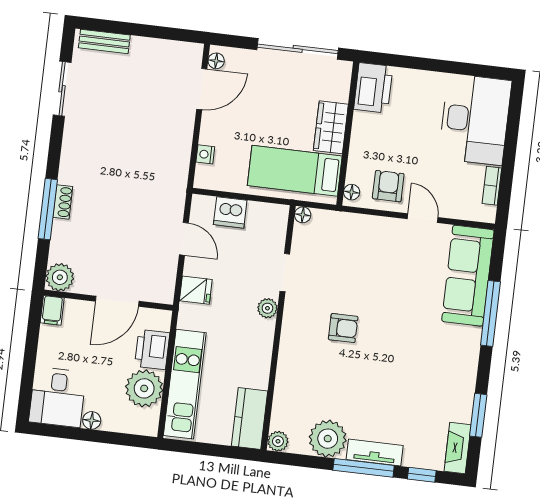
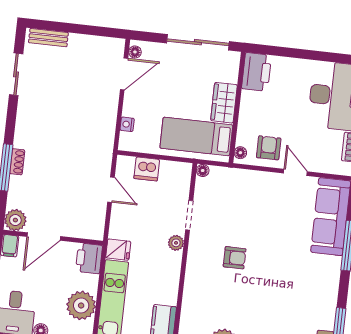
fridge: (196, 290) -> (118, 250), moved
door: (117, 301) -> (44, 236), moved
printer: (152, 350) -> (89, 258), moved

